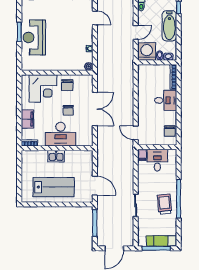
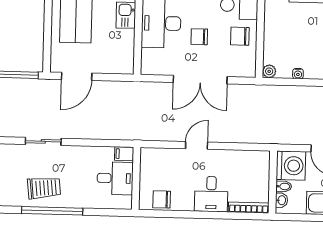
door: (136, 133) -> (197, 145), moved

